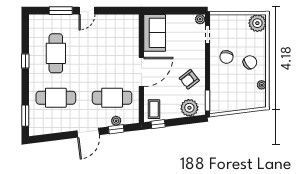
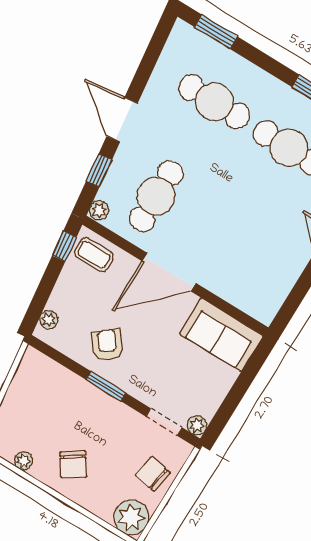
chair: (226, 57) -> (153, 474), moved
door: (141, 72) -> (169, 272), hinge flipped
cafe table: (56, 98) -> (214, 102), turned 90
window: (207, 100) -> (106, 386), moved
plant: (189, 108) -> (49, 320), width x0.53, depth x0.53
plant: (116, 121) -> (99, 210), moved

